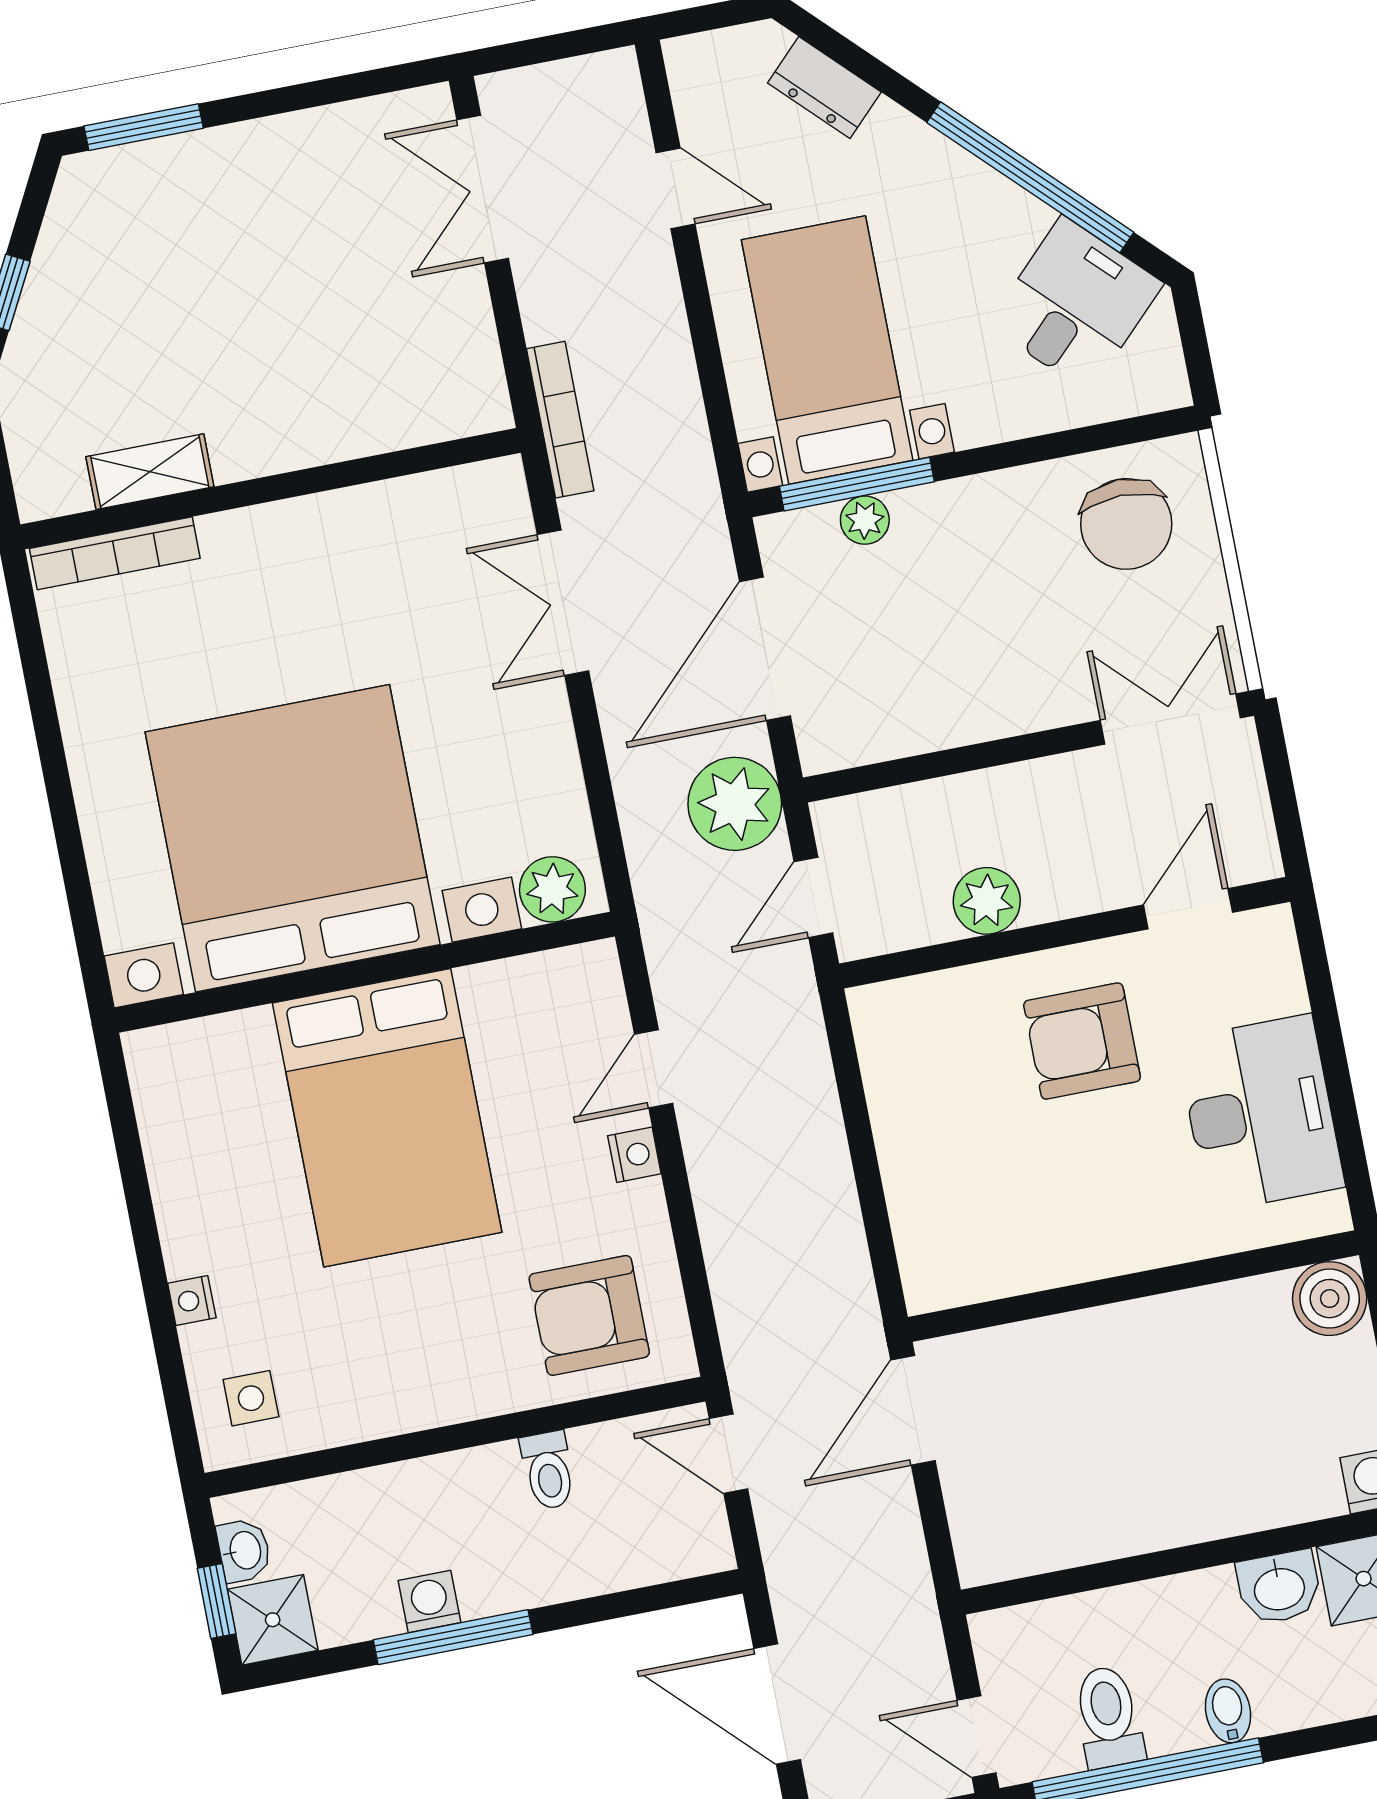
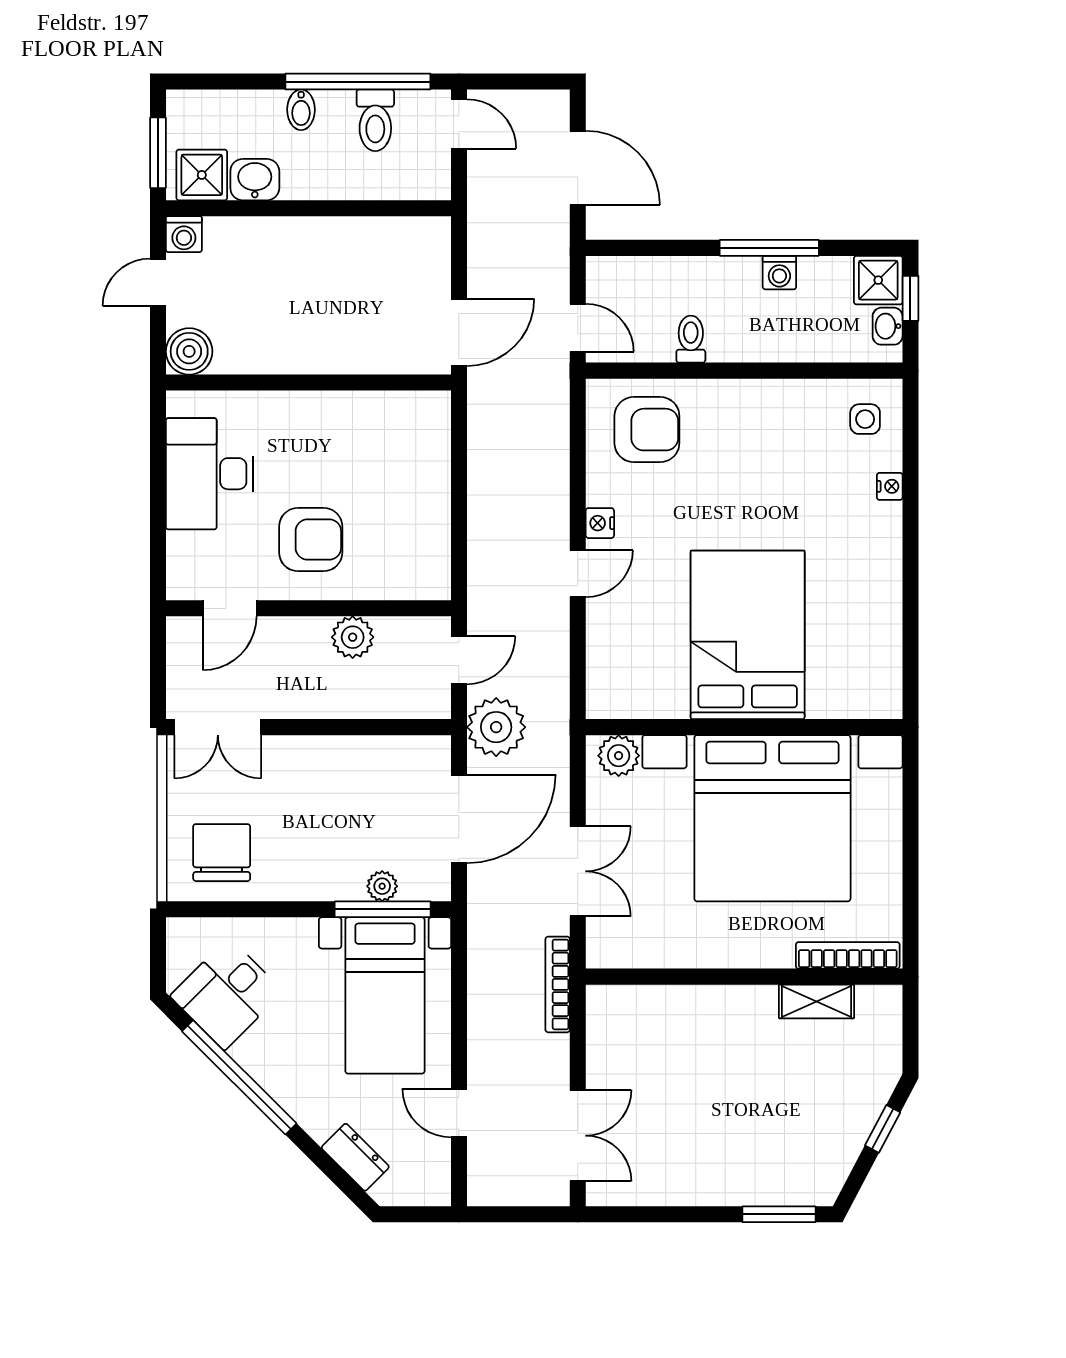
bed with nightstands: (293, 838) -> (772, 818), moved
plant: (552, 889) -> (619, 756), moved
wall: (365, 972) -> (744, 727), moved
bed: (387, 1118) -> (748, 635), moved

